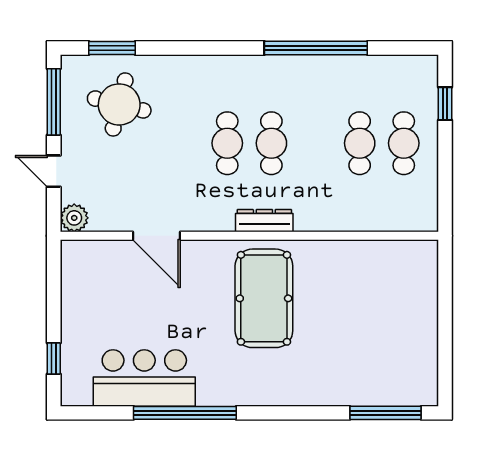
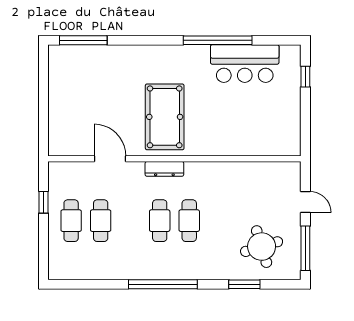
window: (112, 48) -> (244, 284), moved
window: (316, 48) -> (163, 284), moved
round table: (119, 104) -> (262, 247), turned -31
window: (445, 104) -> (44, 202), moved
plant: (74, 218) -> (292, 171), removed
door: (157, 236) -> (110, 159), moved

